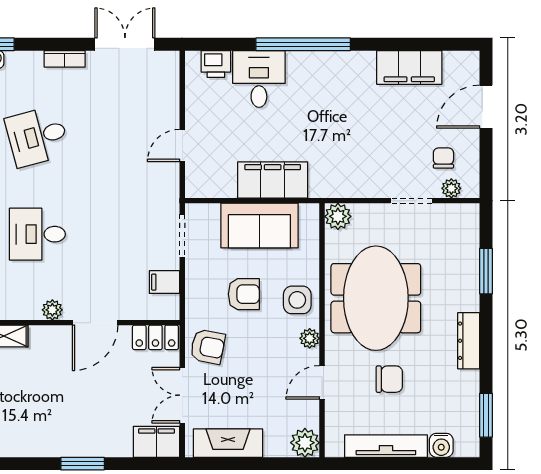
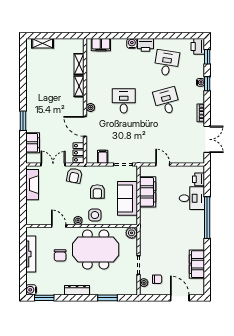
filing cabinet: (273, 180) -> (148, 192), moved
filing cabinet: (157, 442) -> (33, 143), moved
plant: (305, 443) -> (32, 218), removed
water cooler: (441, 445) -> (31, 290), moved

